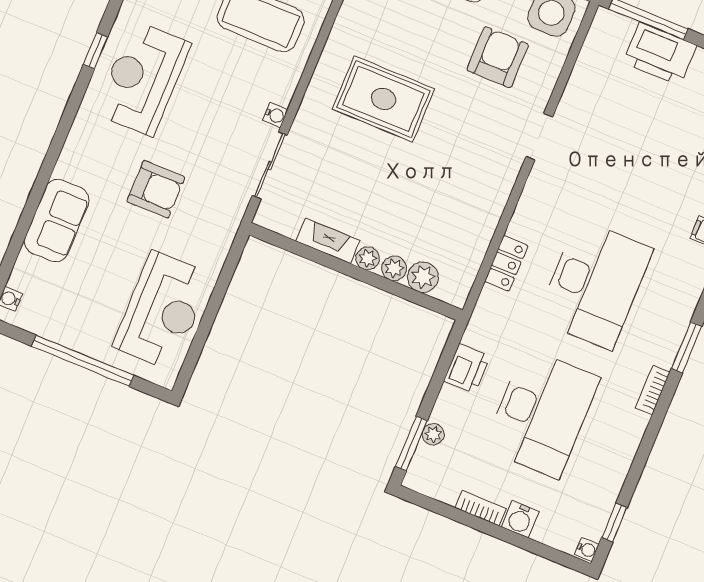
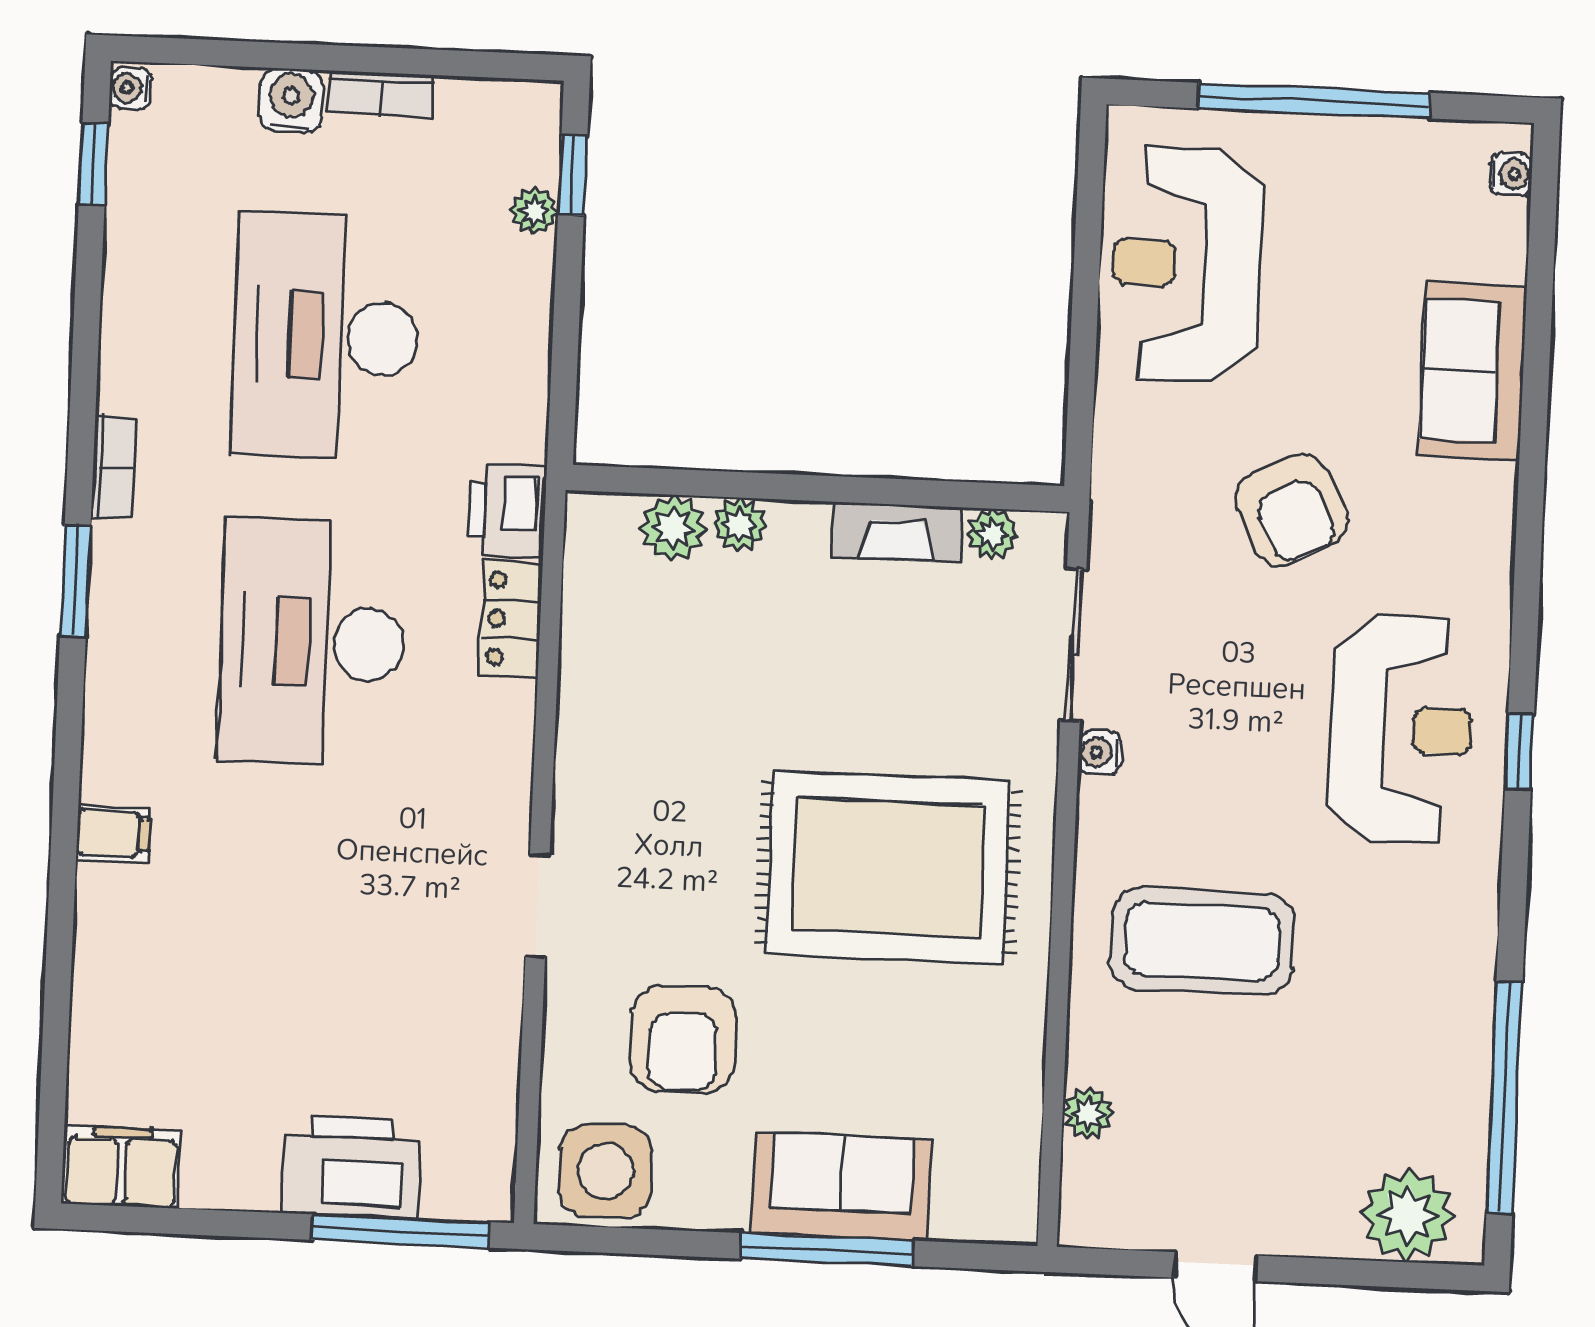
rug: (383, 99) -> (888, 867), width x1.37, depth x1.44
armchair: (156, 189) -> (1291, 510), turned -117
plant: (368, 258) -> (992, 534), moved
printer: (467, 369) -> (508, 511), moved
window: (411, 444) -> (573, 176), width x0.67

